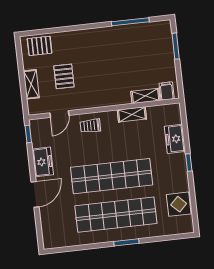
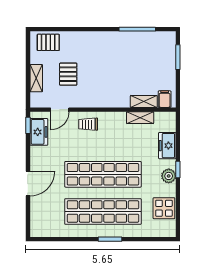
shelving: (132, 114) -> (140, 118), moved
freezer: (43, 162) -> (39, 132), moved
plant: (180, 170) -> (169, 176), added

